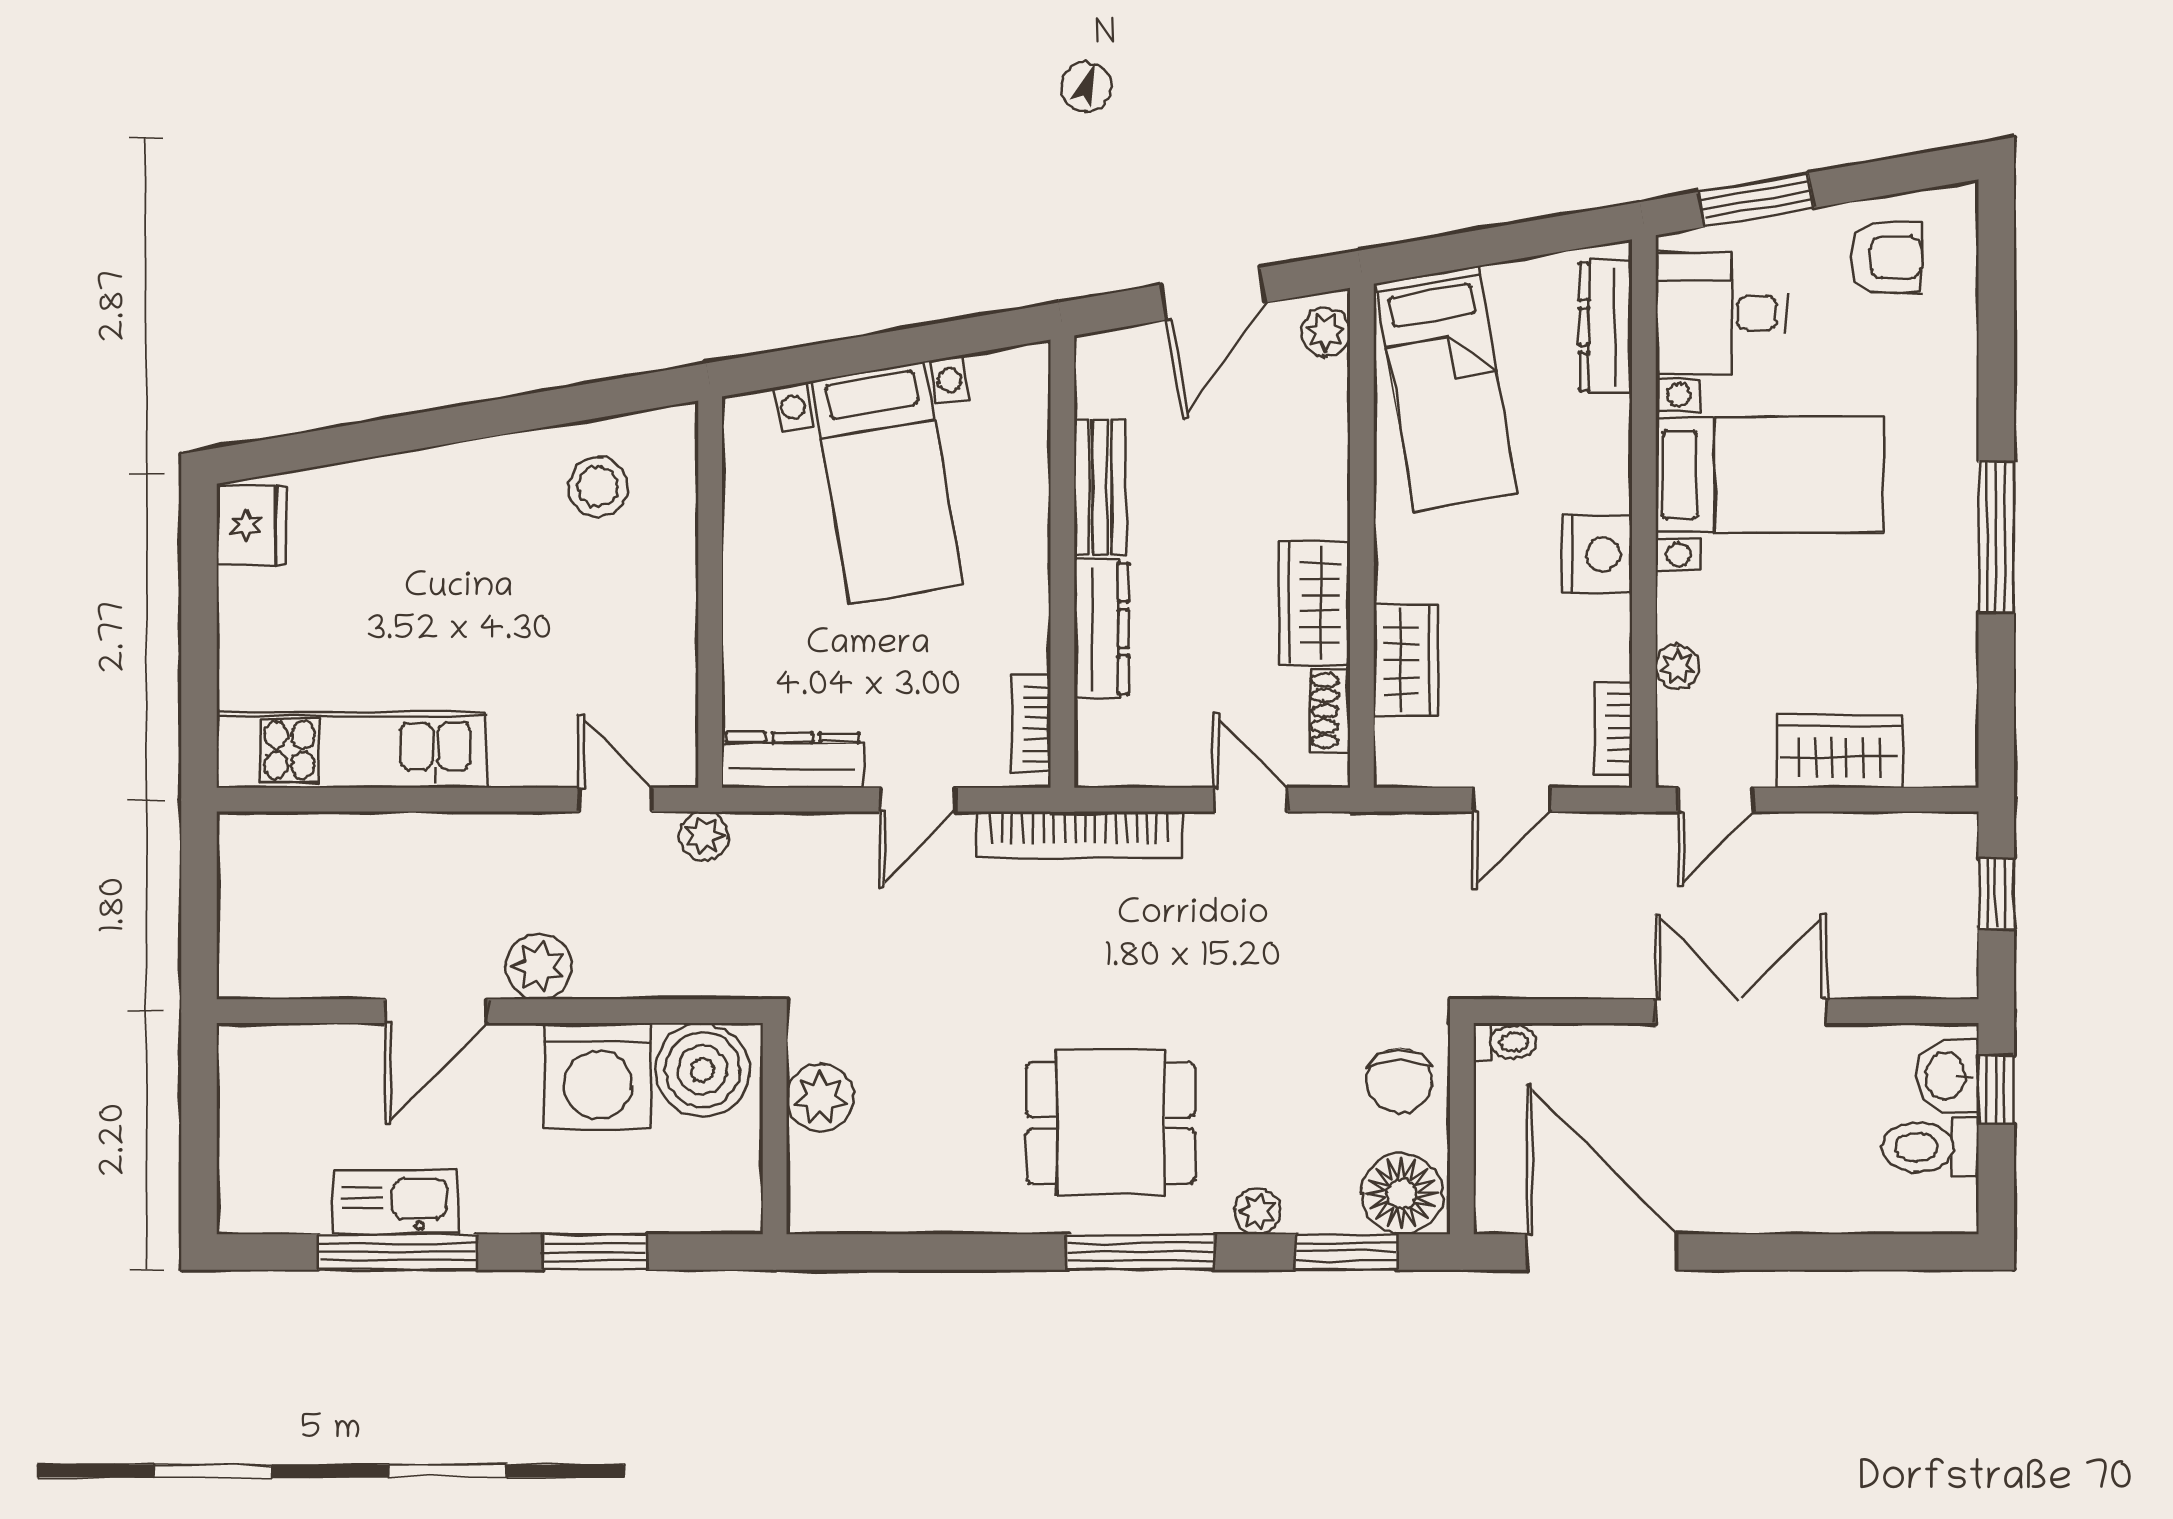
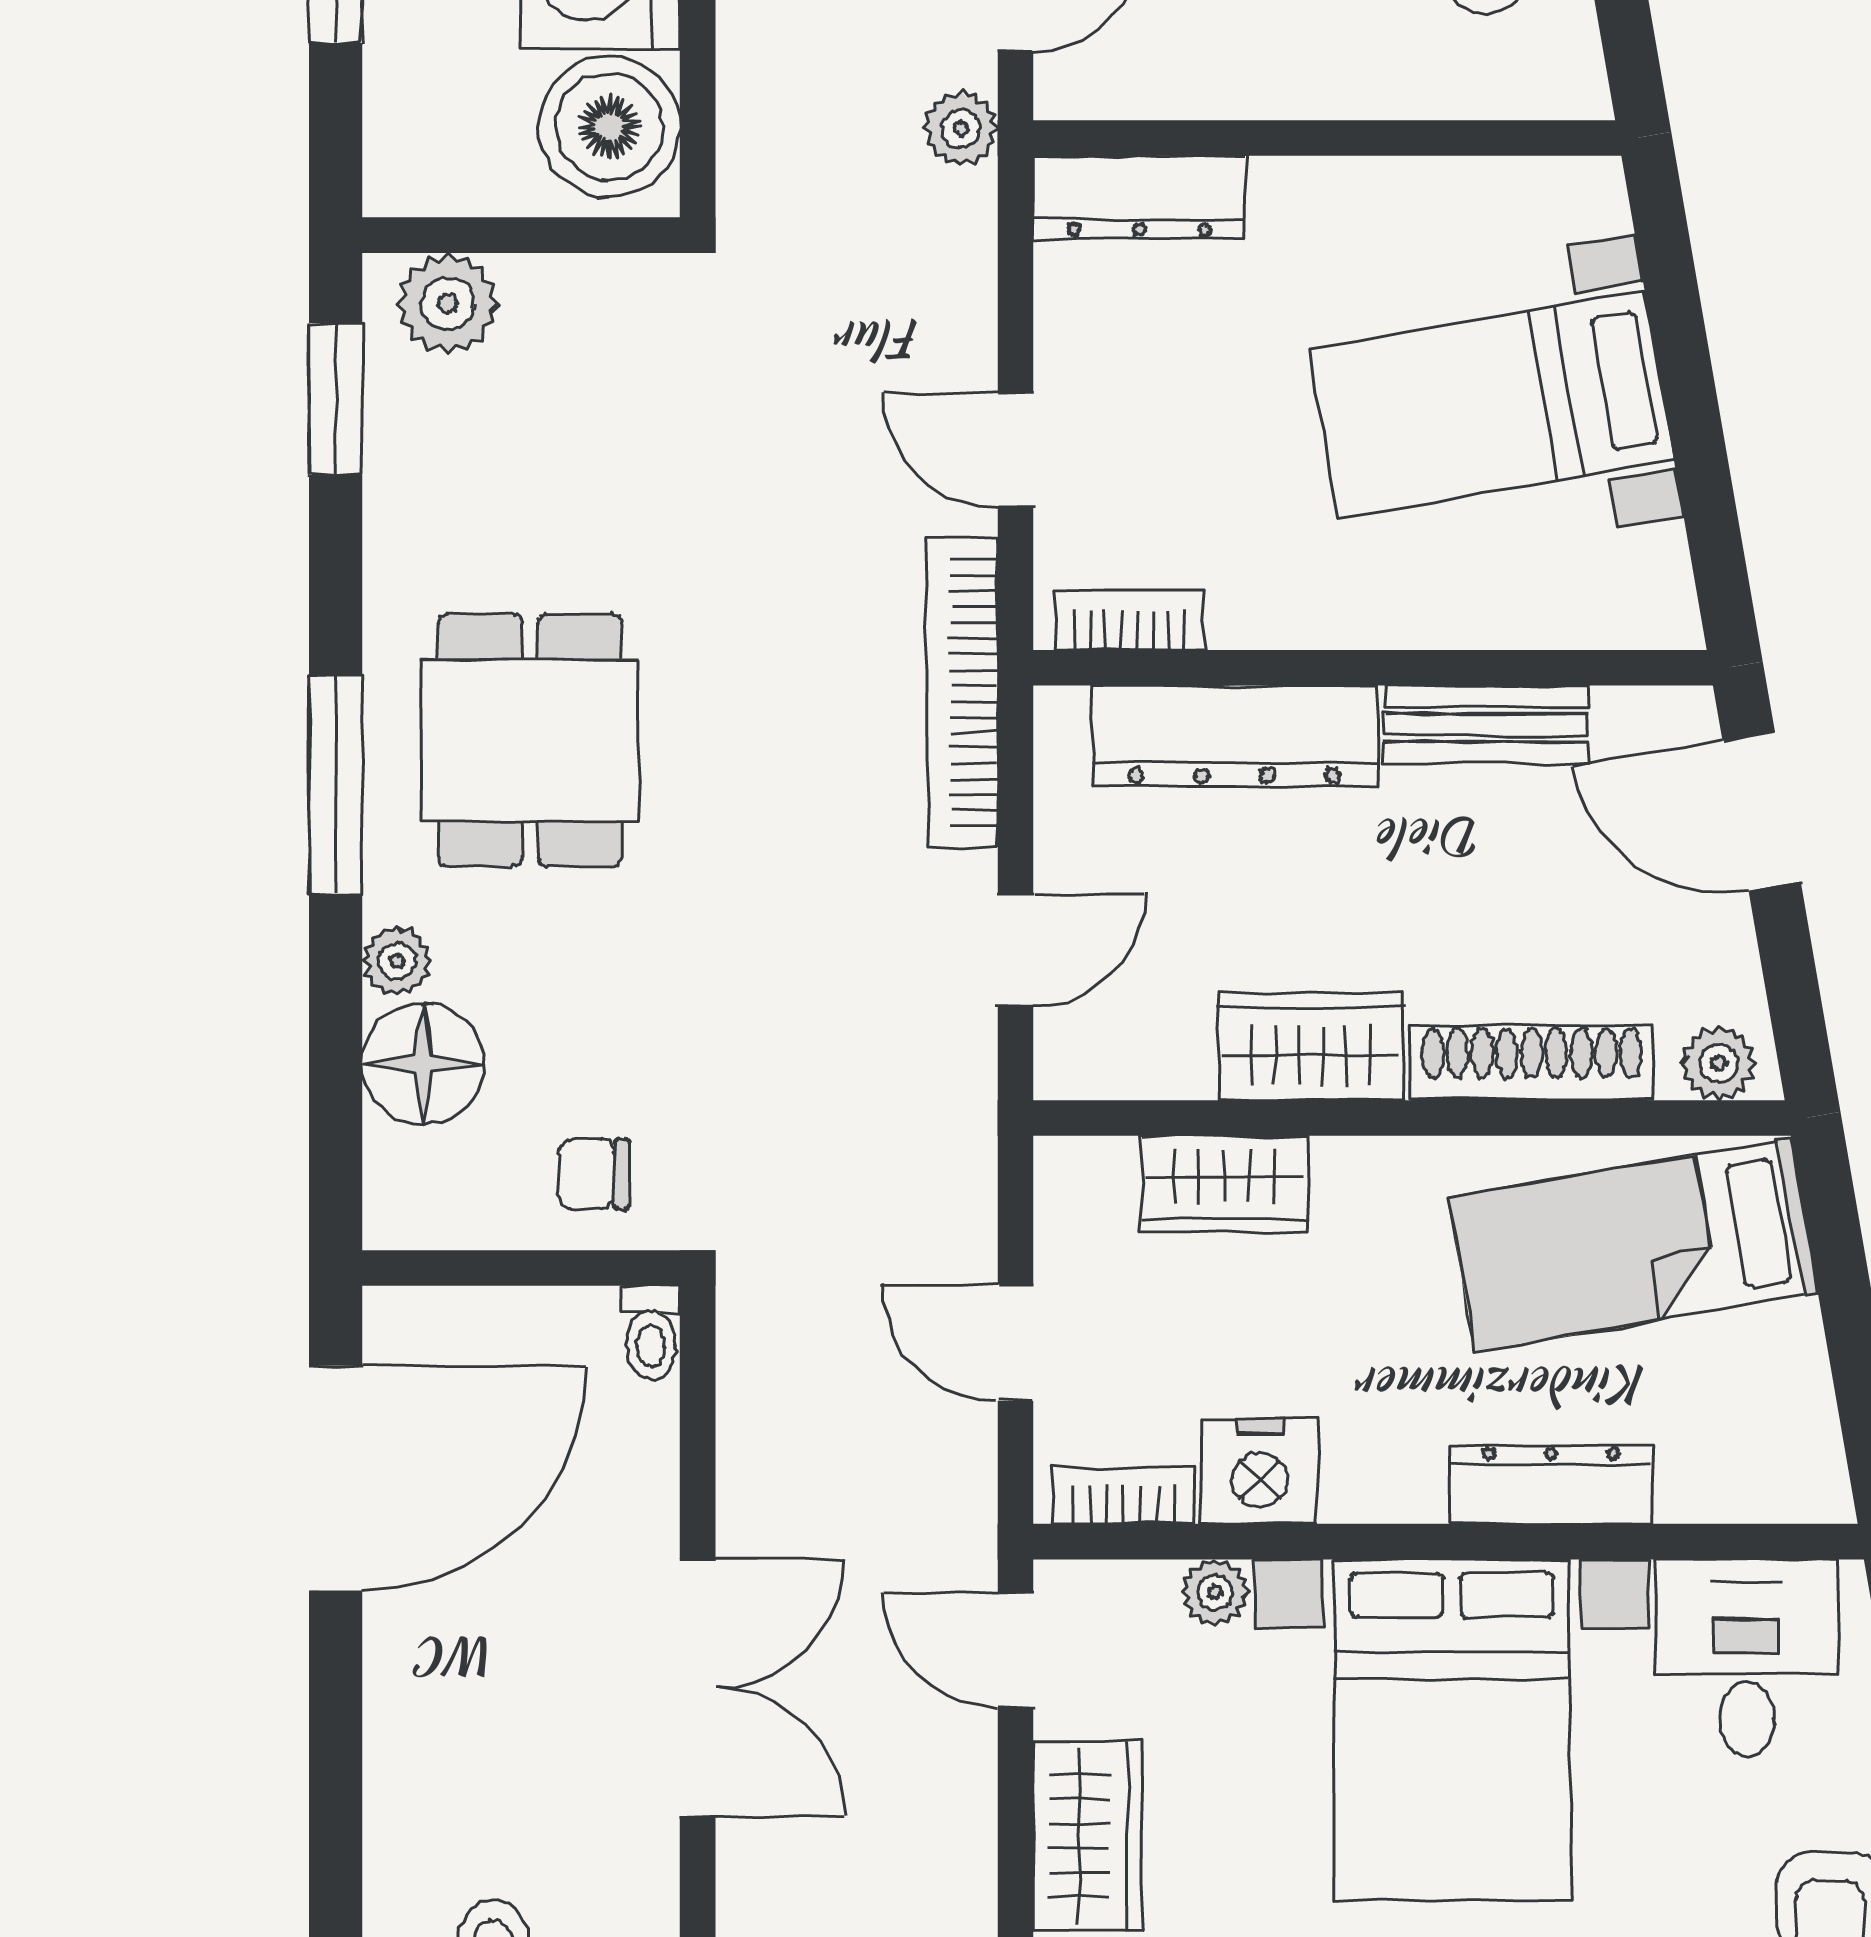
door: (1213, 294) -> (1762, 811), moved
dresser: (1606, 327) -> (1551, 1484), moved
bed with nightstands: (1769, 475) -> (1452, 1730), width x1.36
nightstand: (1597, 554) -> (1260, 1472), moved
dresser: (1101, 629) -> (1234, 736), width x1.37, depth x1.24
shoe rack: (1330, 711) -> (1532, 1063), moved, width x1.94, depth x1.24
dresser: (792, 760) -> (1139, 197), moved, turned 90
chair: (1399, 1081) -> (593, 1174), width x0.73, depth x0.73
plant: (820, 1097) -> (448, 304), moved
floor lamp: (1402, 1194) -> (423, 1064), moved
window: (1346, 1252) -> (336, 399), moved

